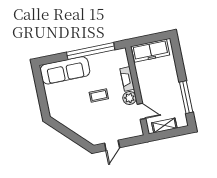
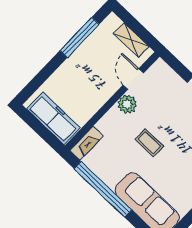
fireplace: (127, 79) -> (87, 143), moved

